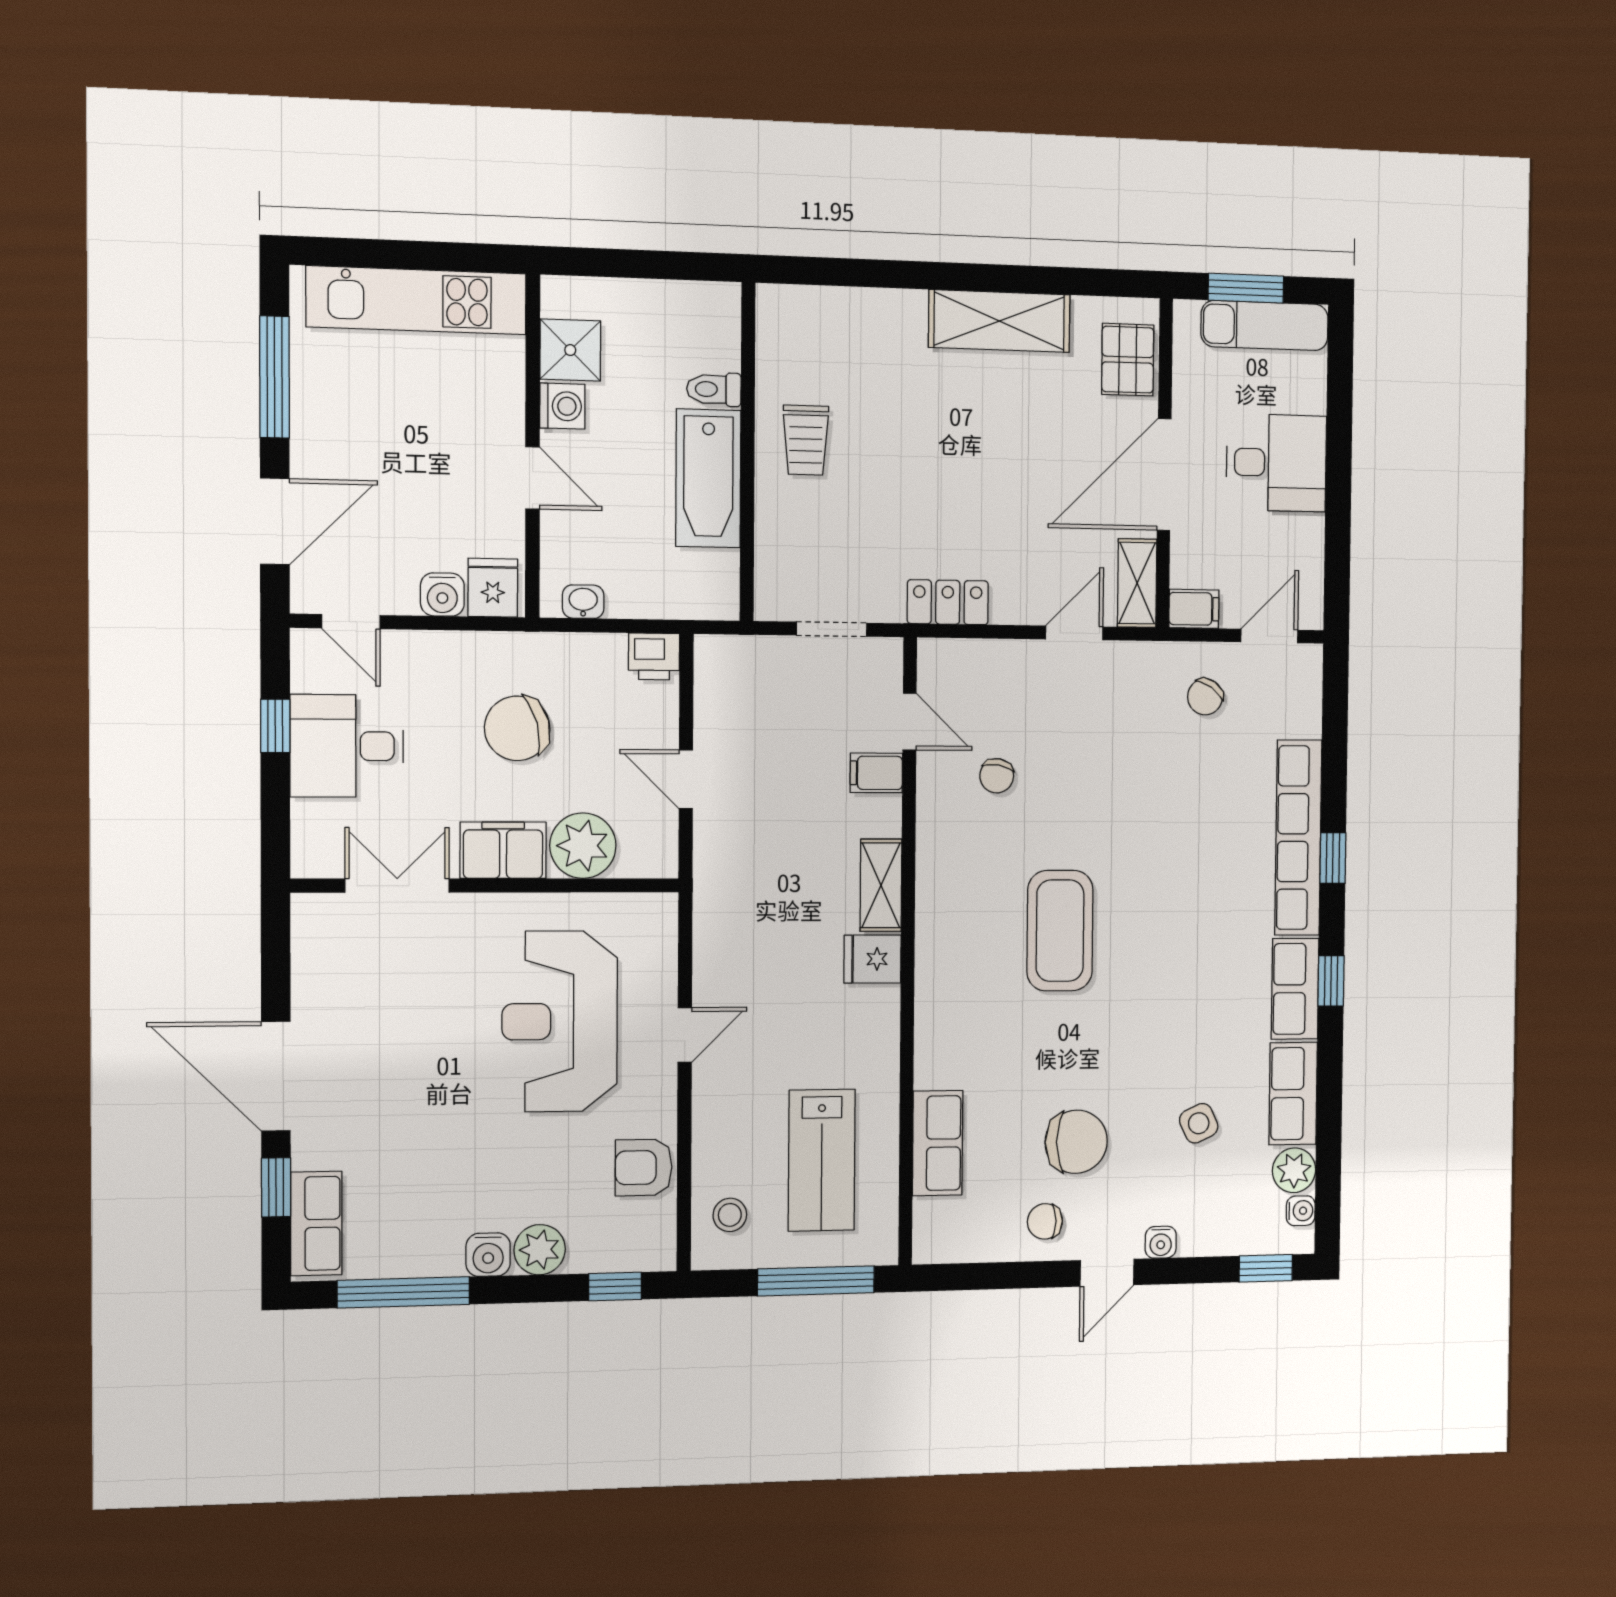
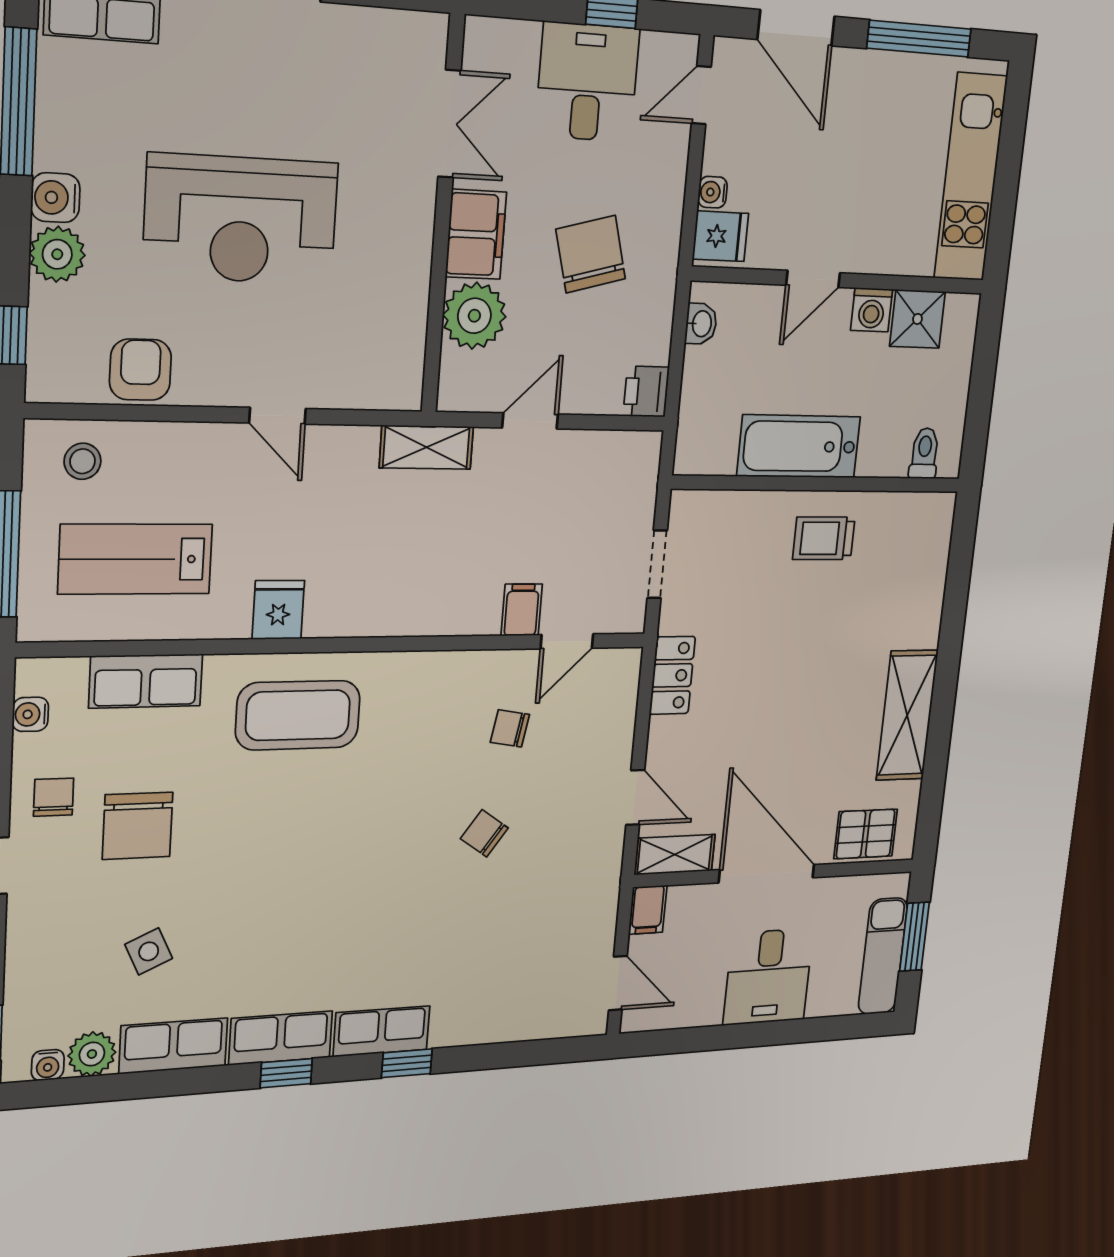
toilet: (714, 389) -> (924, 453), moved
water cooler: (442, 595) -> (713, 192), width x0.72, depth x0.72
chair: (1205, 697) -> (484, 833), moved
row of seats: (1298, 838) -> (382, 1031), width x0.50
shelving: (881, 885) -> (426, 447), moved
coffee table: (1060, 931) -> (298, 715), moved
fridge: (872, 959) -> (278, 610), moved
reception desk: (560, 1021) -> (241, 219), moved, turned 180
water cooler: (1161, 1242) -> (30, 714), moved

